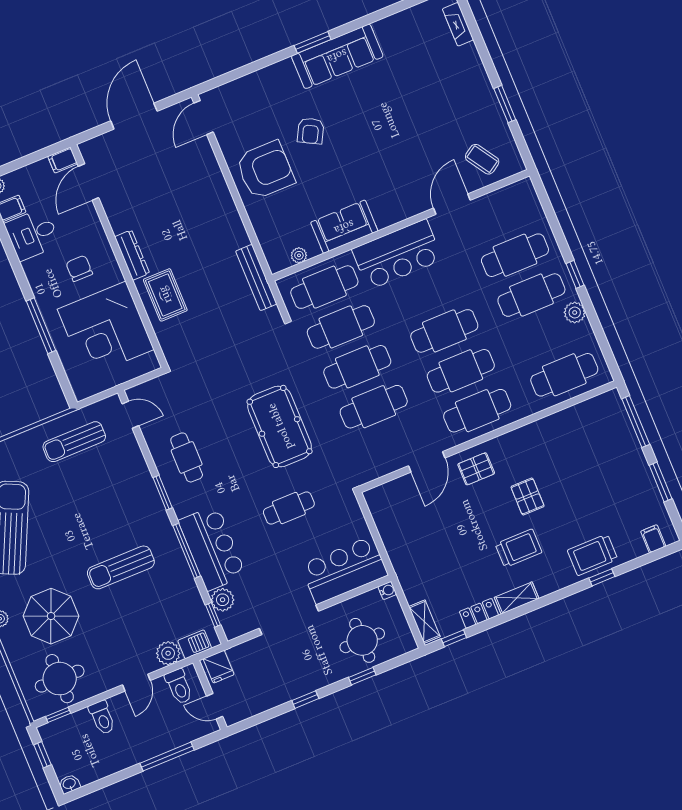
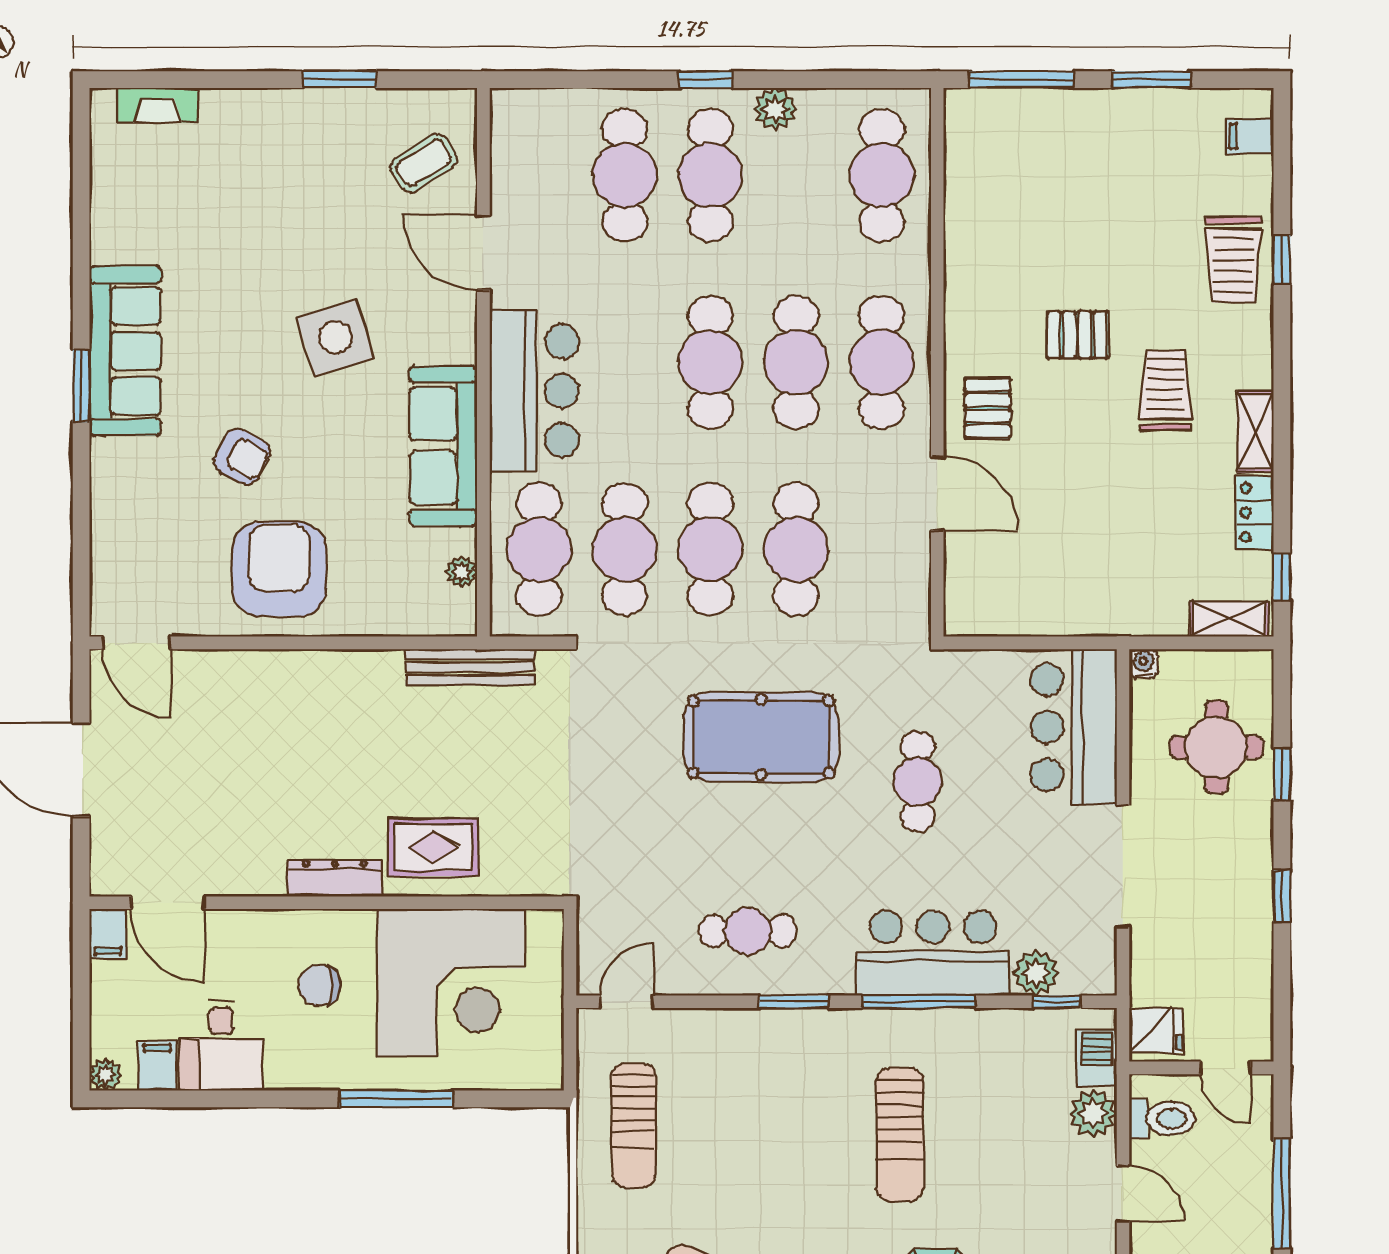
side table: (384, 152) -> (335, 337), added
sofa: (344, 227) -> (443, 446), width x1.36
door: (215, 706) -> (1225, 1068), hinge flipped

